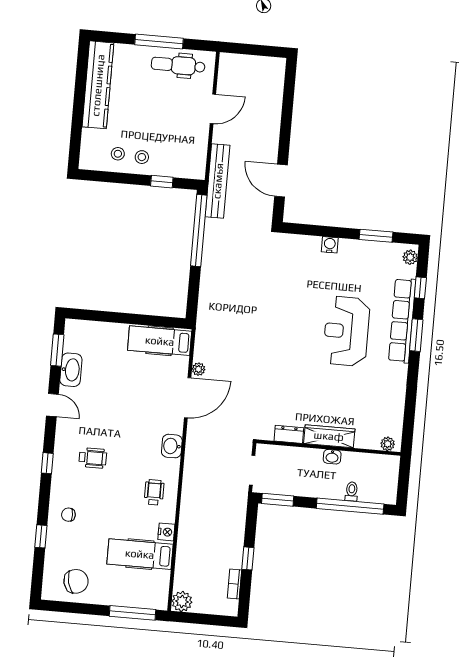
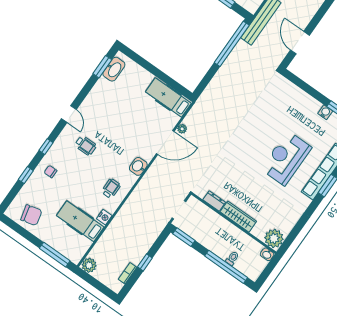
water cooler: (330, 245) -> (325, 112), moved
washbasin: (71, 370) -> (114, 69), moved
door: (52, 405) -> (69, 114), moved
plant: (388, 444) -> (274, 238), width x1.88, depth x1.88
washbasin: (332, 457) -> (267, 254), moved
window: (47, 463) -> (46, 147), moved

